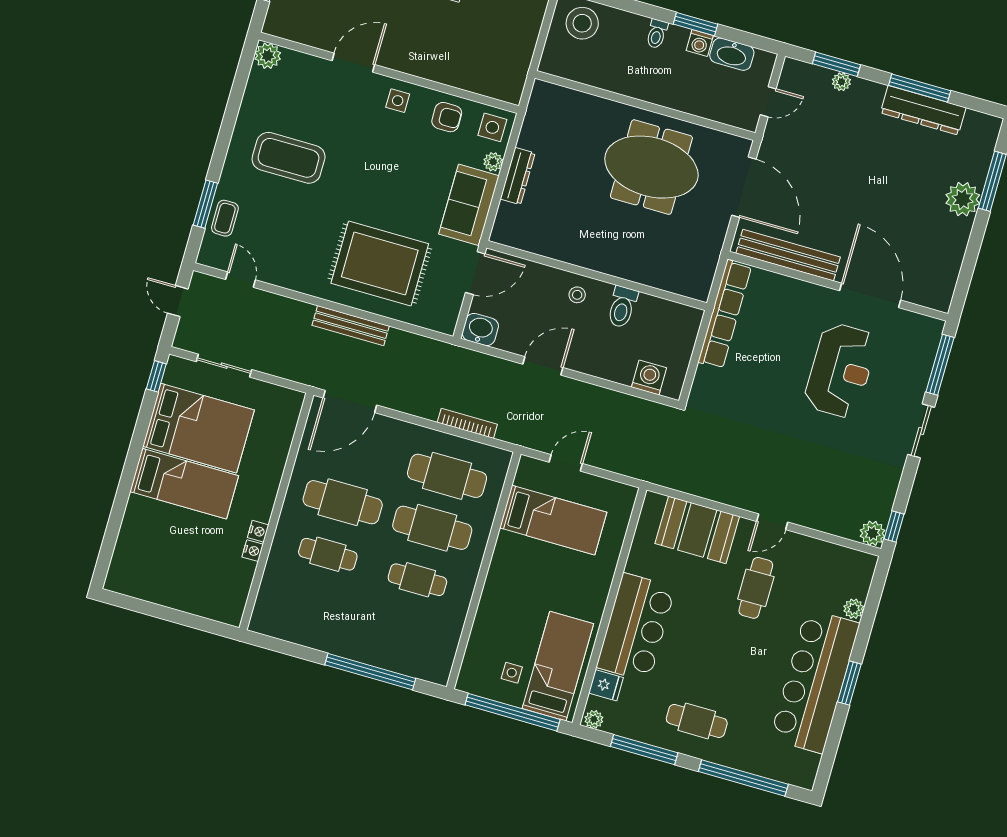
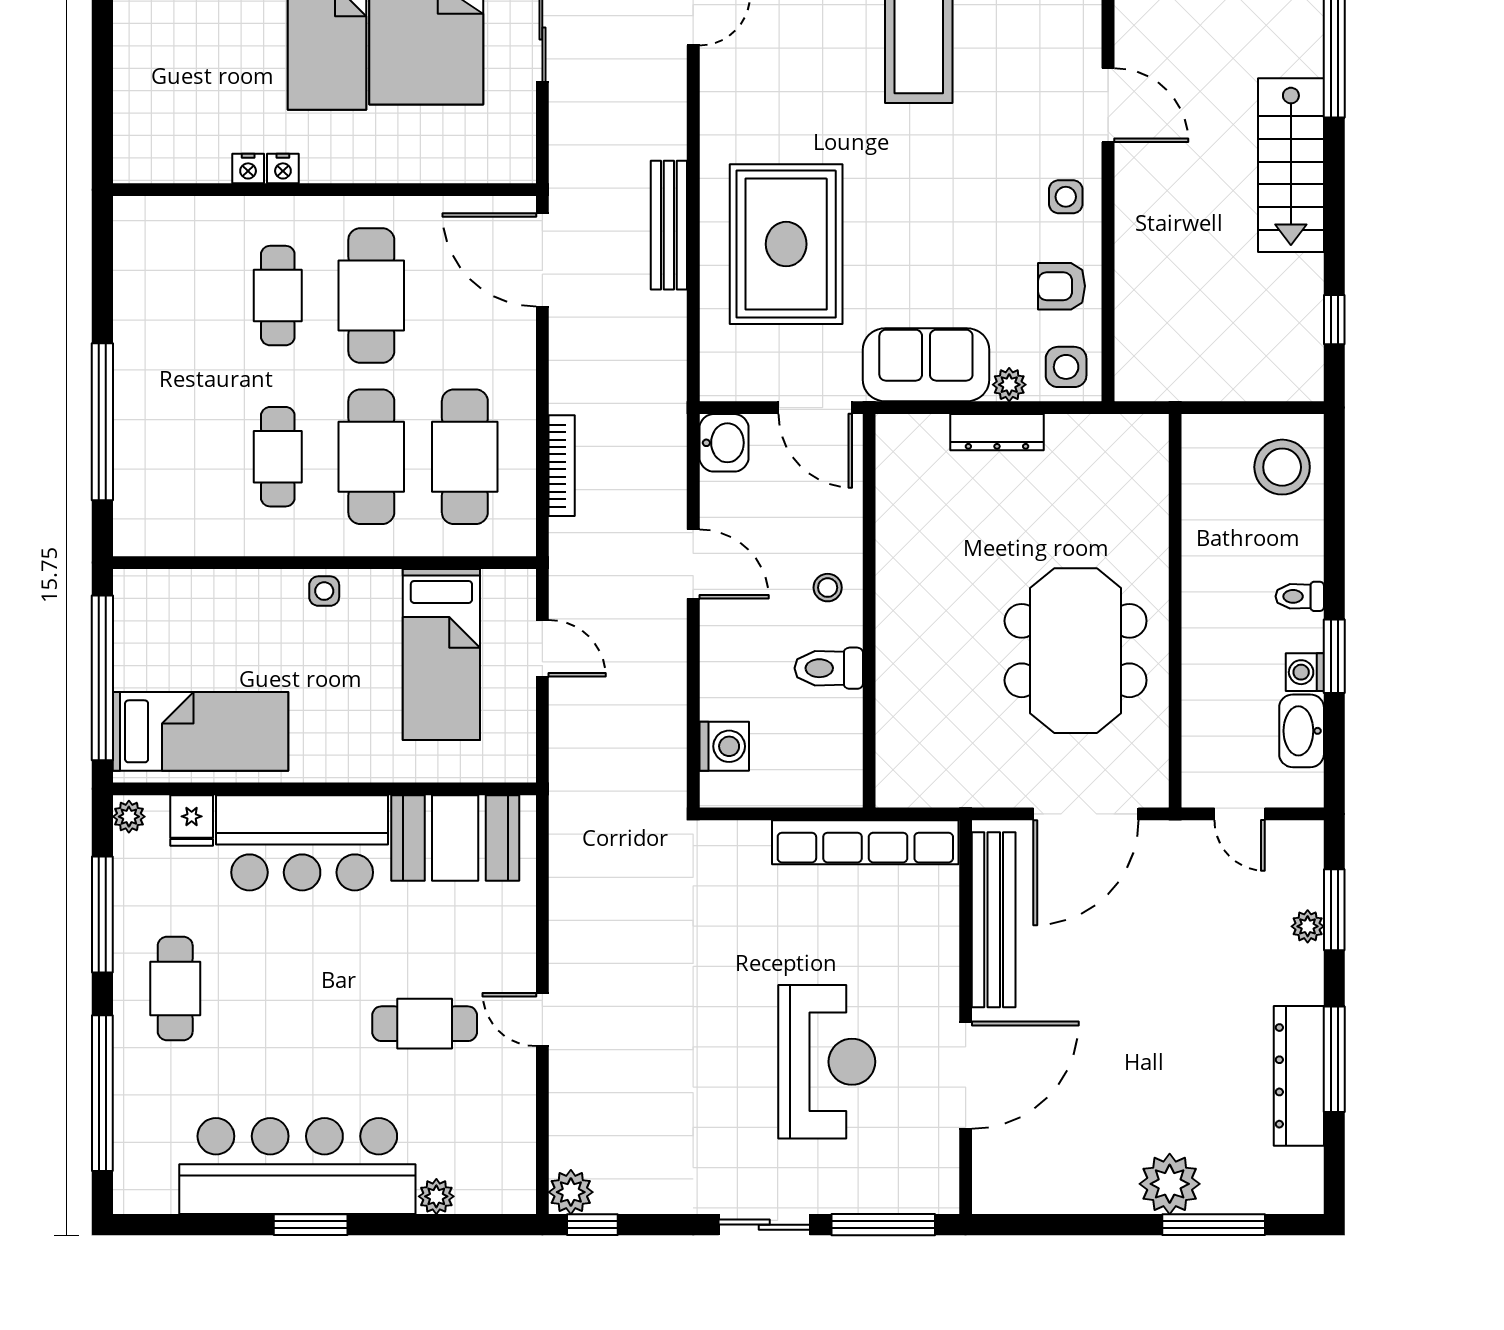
armchair: (447, 117) -> (1062, 286), turned 90
reception desk: (841, 370) -> (827, 1062), turned -90
booth: (697, 530) -> (455, 838), moved, turned 90
side table: (512, 673) -> (324, 591), moved

